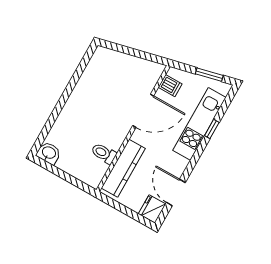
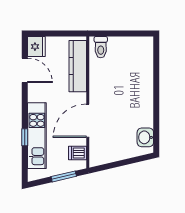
window: (209, 75) -> (64, 176), moved
washbasin: (49, 153) -> (145, 137), moved, turned 90
toilet: (104, 153) -> (101, 47), moved, turned 90

